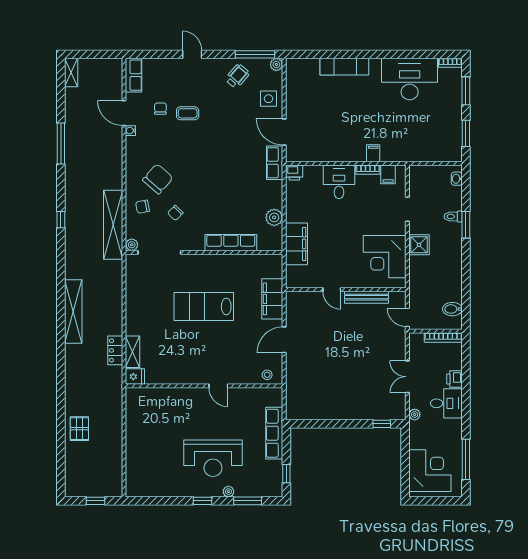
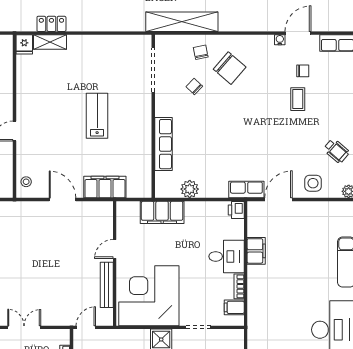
filing cabinet: (373, 153) -> (256, 251), moved, width x2.00
plant: (132, 245) -> (161, 41), removed
corner desk: (385, 257) -> (149, 296), width x1.36, depth x1.36
lab bench: (204, 306) -> (97, 116), width x0.73, depth x0.72

